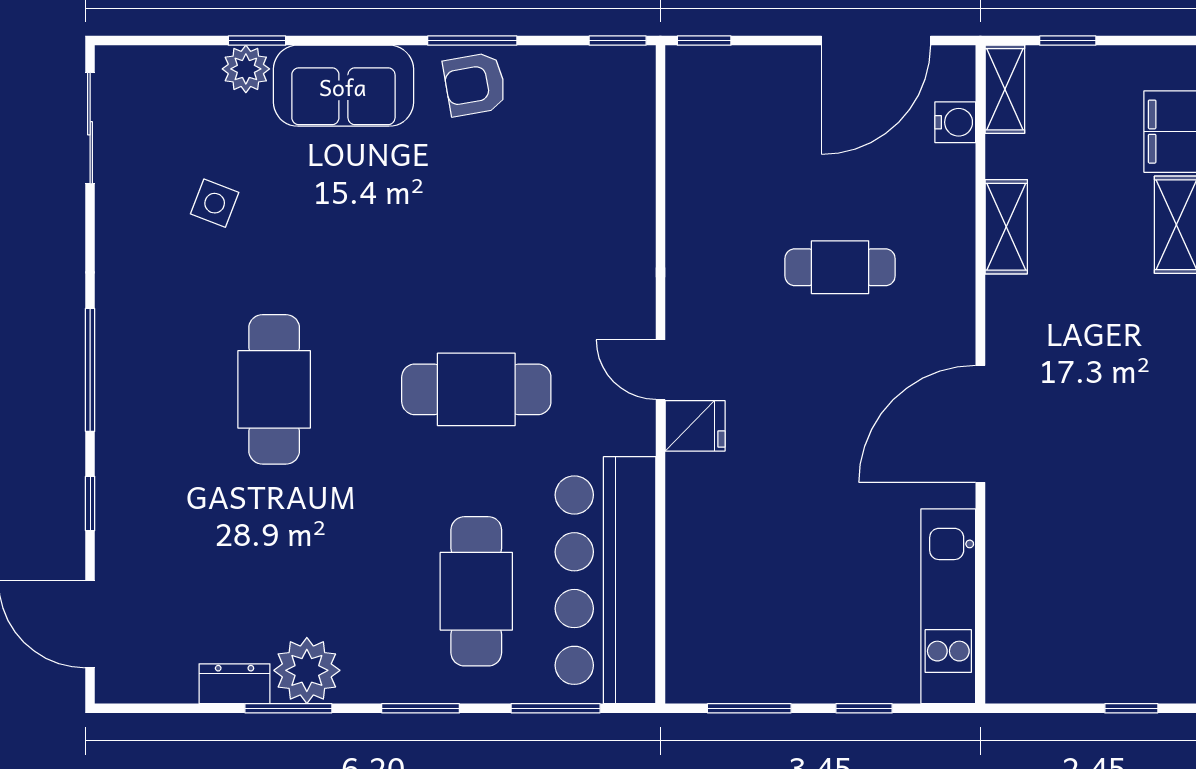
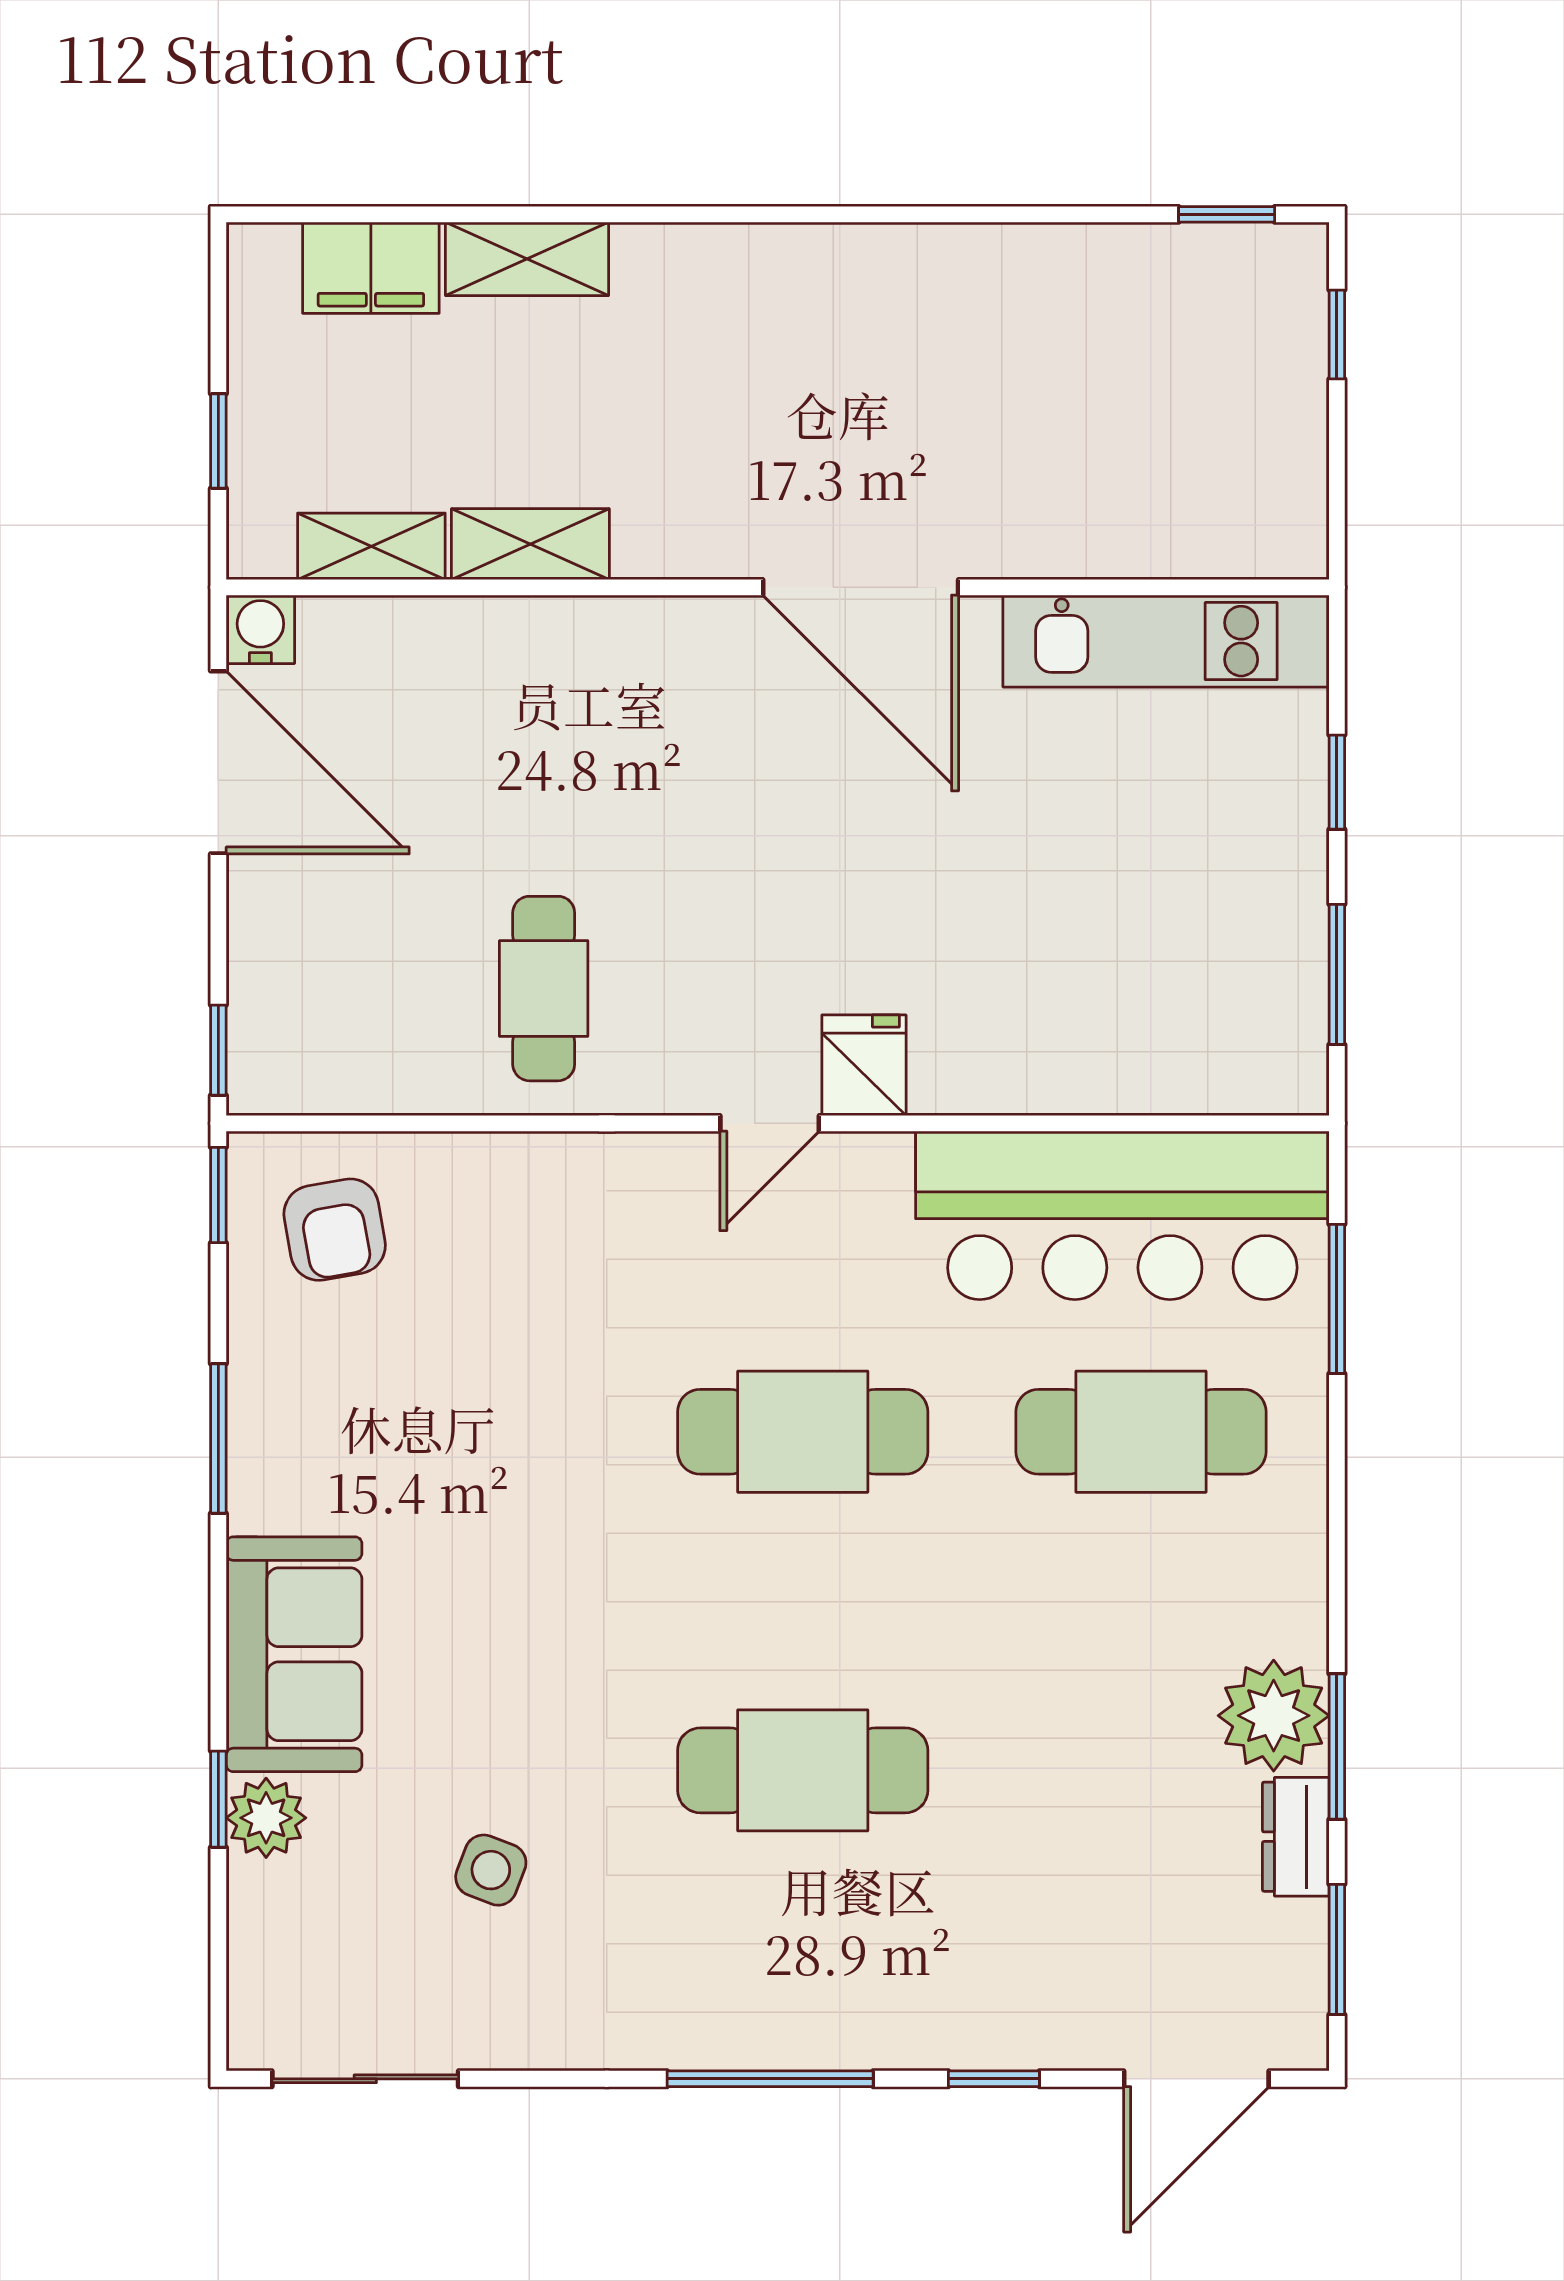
armchair: (475, 84) -> (335, 1230), moved
shelving: (1005, 89) -> (371, 546), moved
water cooler: (955, 122) -> (260, 629), moved
cafe table: (840, 267) -> (544, 989), moved
cafe table: (476, 389) -> (803, 1432), turned 90
window: (421, 708) -> (1337, 1949), moved

